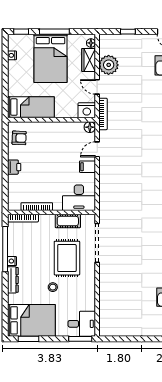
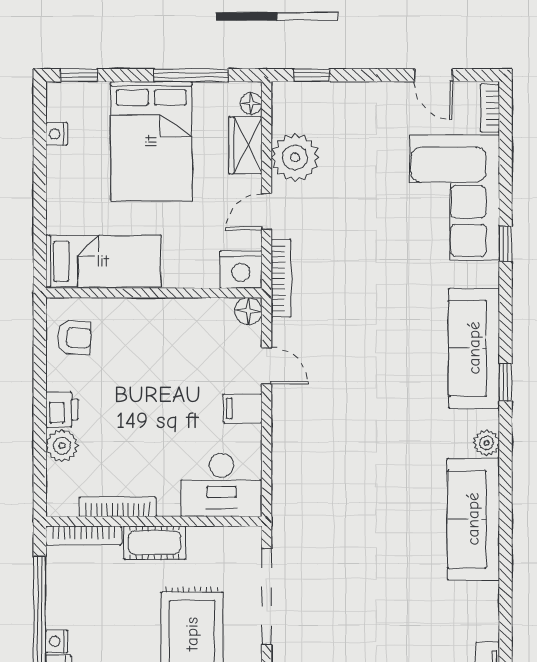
window: (54, 32) -> (191, 75), moved
window: (128, 32) -> (312, 75), moved
door: (97, 87) -> (267, 212), hinge flipped
door: (97, 149) -> (267, 366), swing flipped
plant: (14, 182) -> (62, 446), added
cot: (68, 221) -> (155, 543), moved

